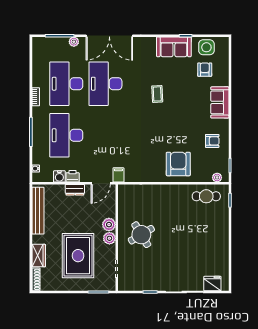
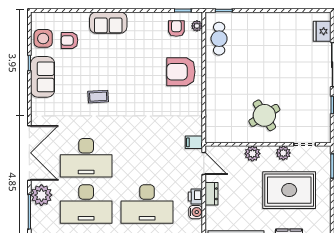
plant: (74, 42) -> (41, 195), width x1.87, depth x1.87
armchair: (212, 141) -> (176, 28), moved
plant: (109, 238) -> (283, 153), moved

